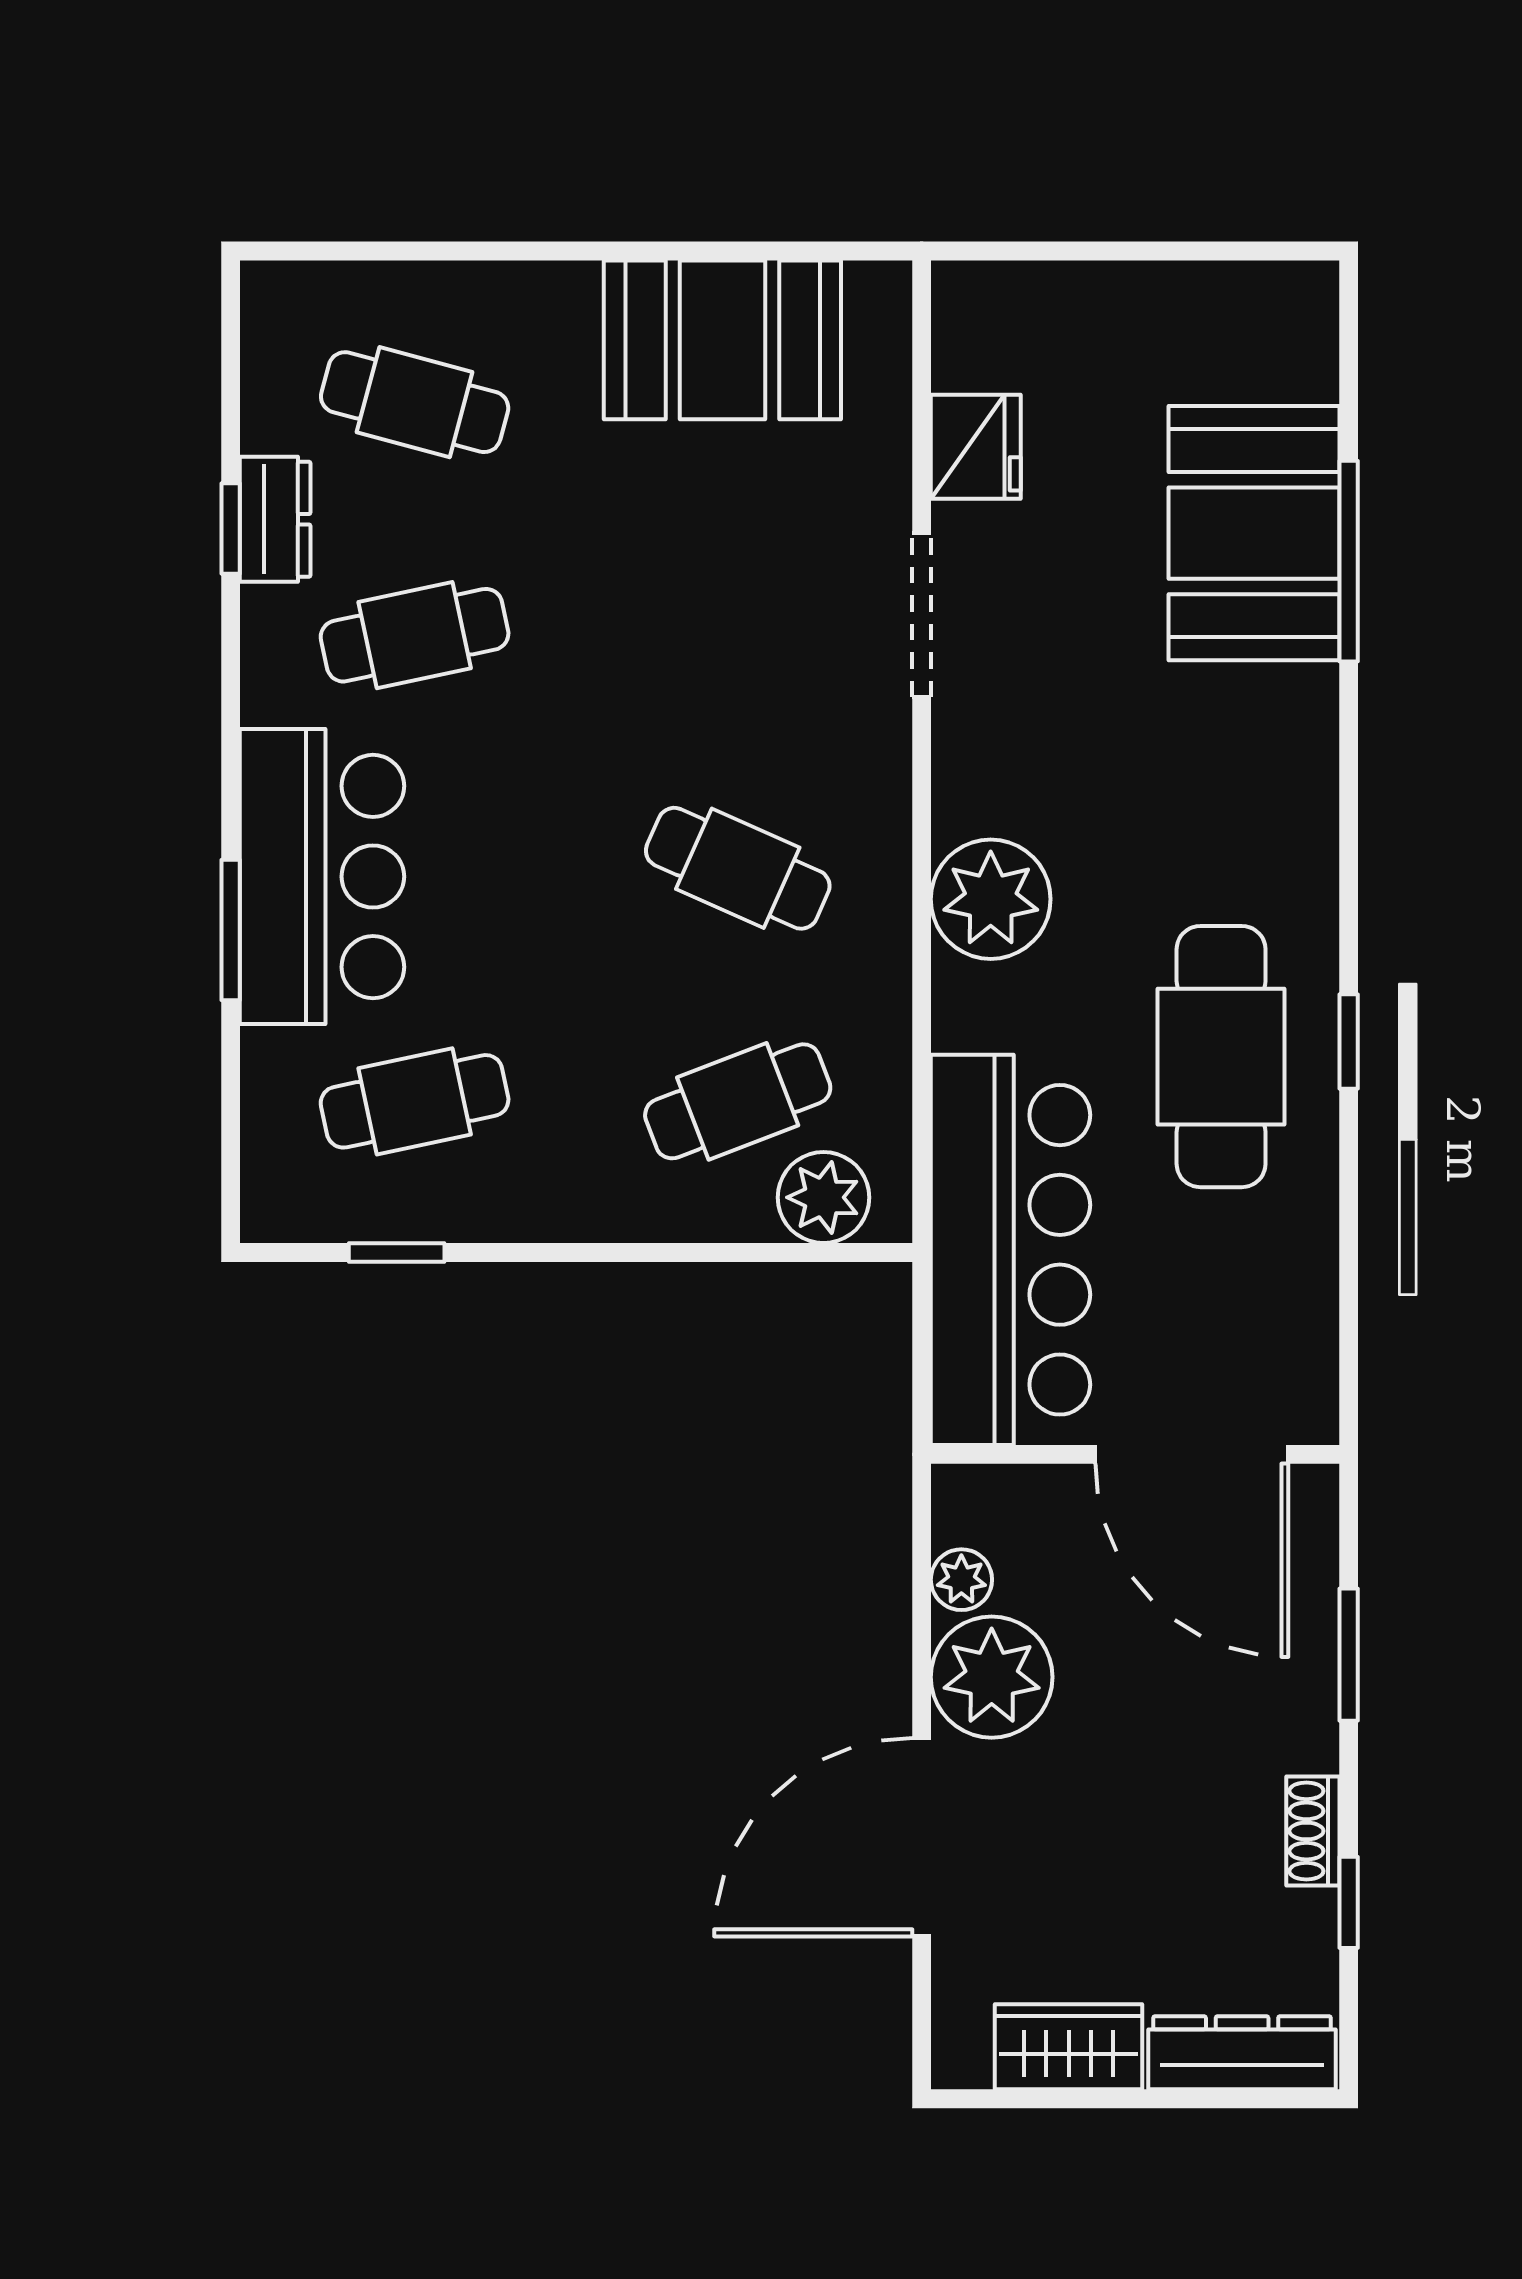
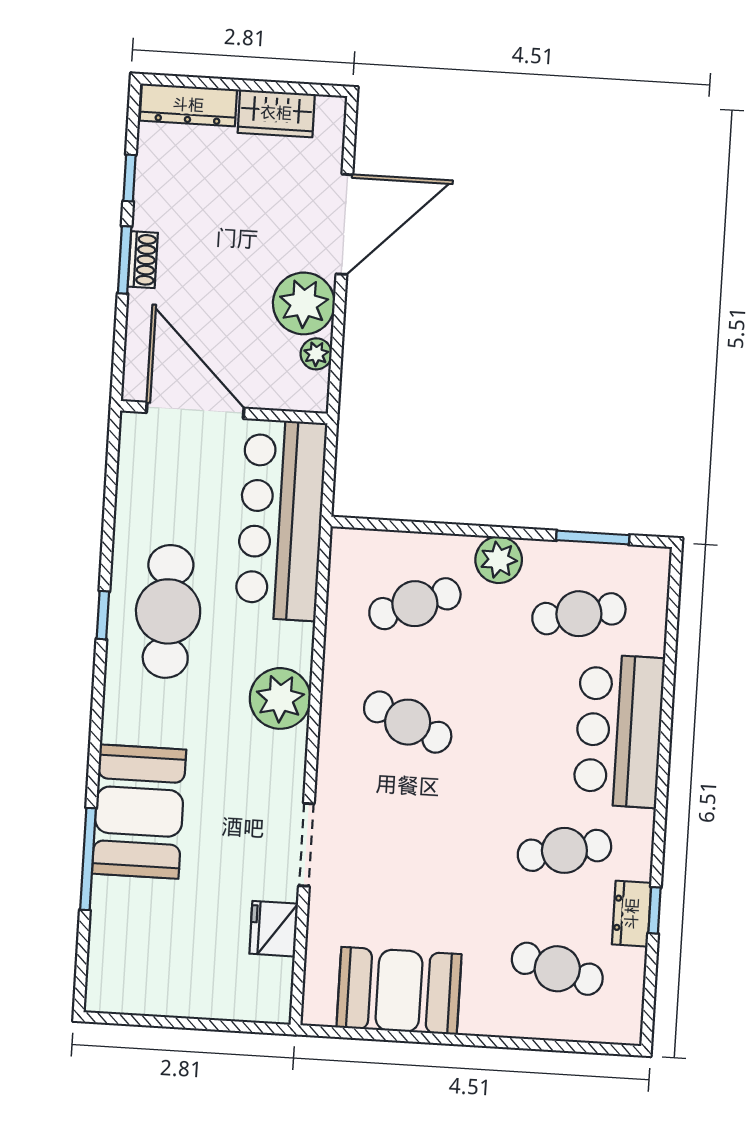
booth: (1254, 533) -> (139, 812), moved
window: (231, 930) -> (667, 706), removed
plant: (823, 1197) -> (499, 560), moved
window: (397, 1252) -> (593, 538), width x1.50
window: (1349, 1655) -> (125, 260), moved
shoe rack: (1313, 1831) -> (143, 260), moved

